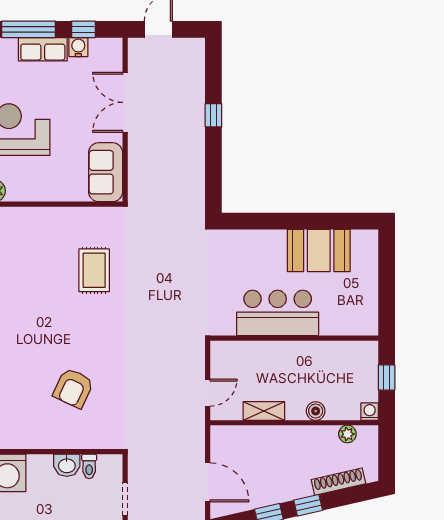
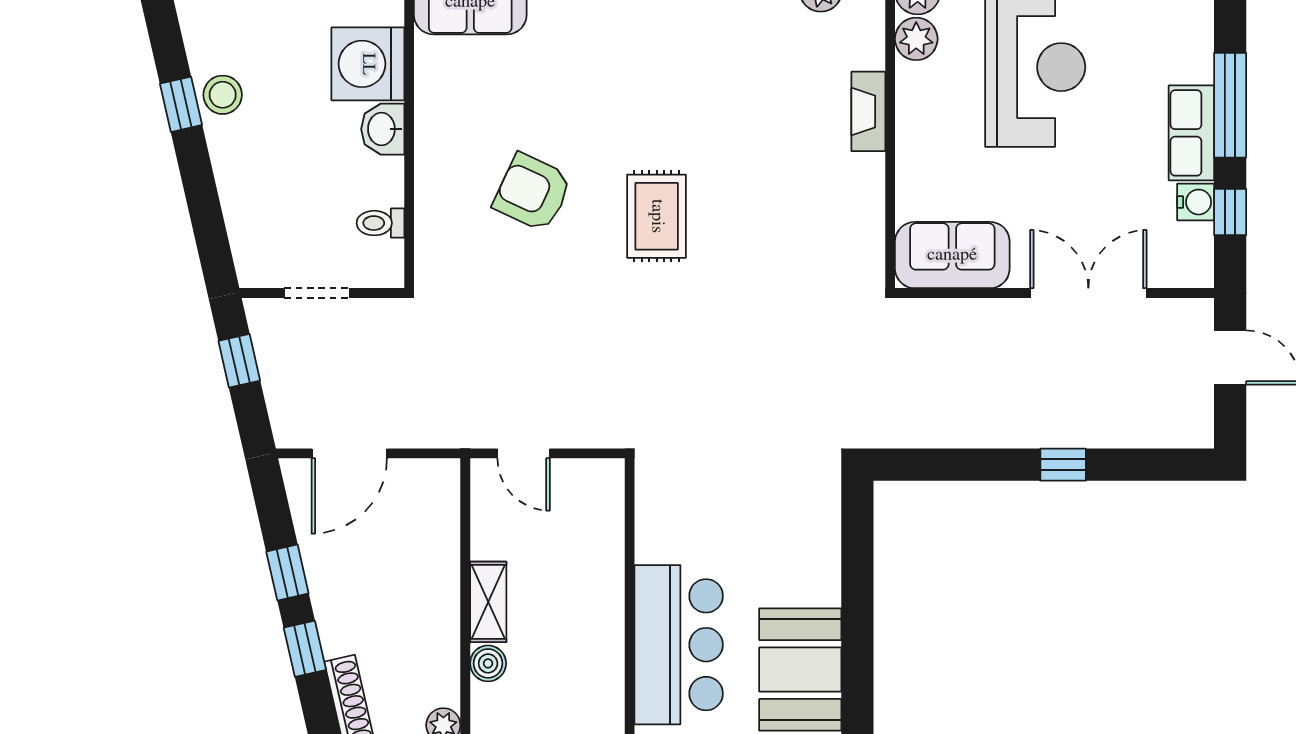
fireplace: (32, 215) -> (868, 111), added
rug: (94, 270) -> (657, 216), moved, turned 90
bar counter: (278, 313) -> (679, 645), moved
shelving: (264, 411) -> (488, 602), moved
washbasin: (67, 465) -> (383, 129), moved

